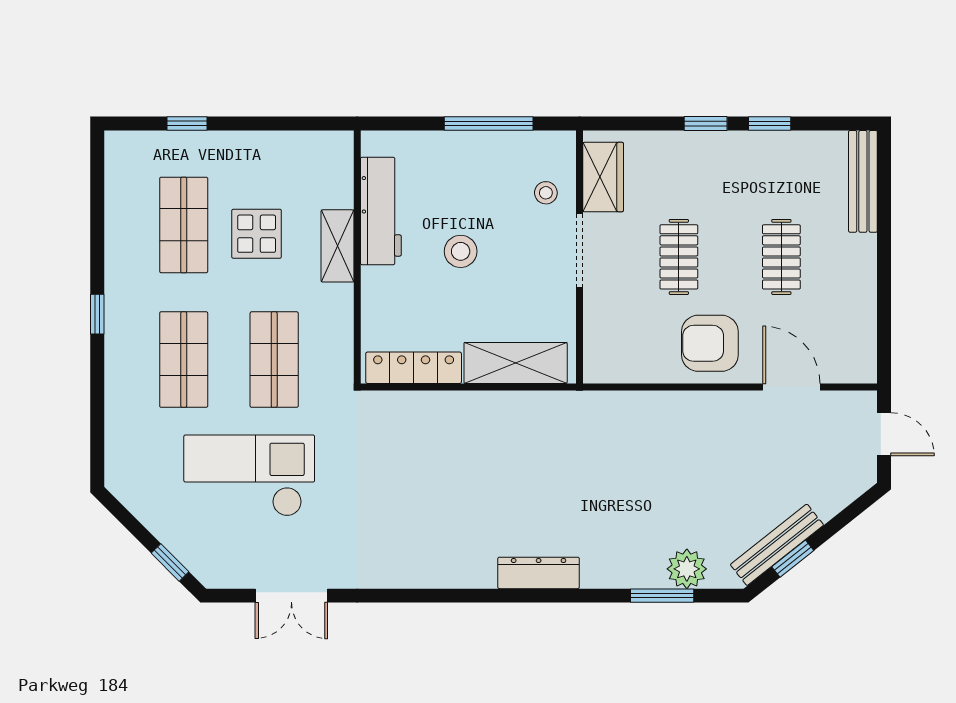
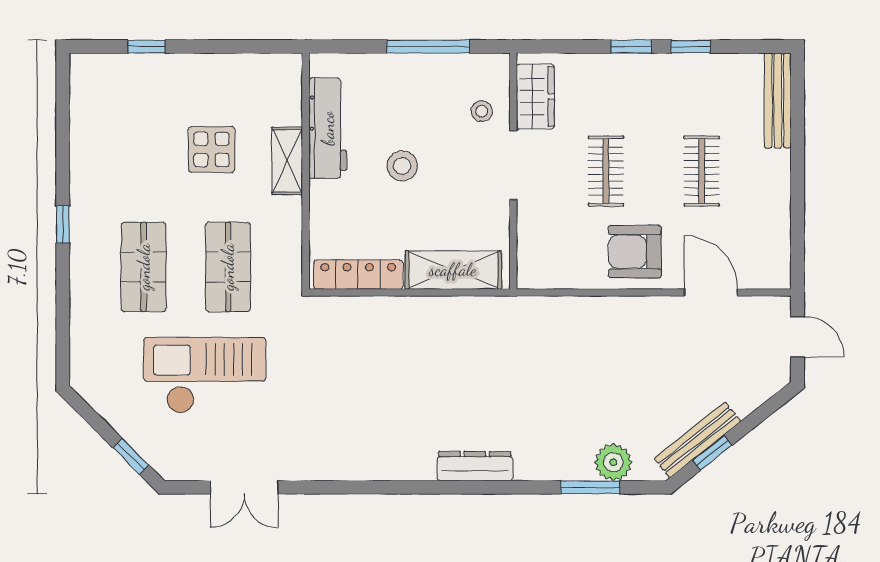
shop shelf: (184, 225) -> (144, 141), removed

